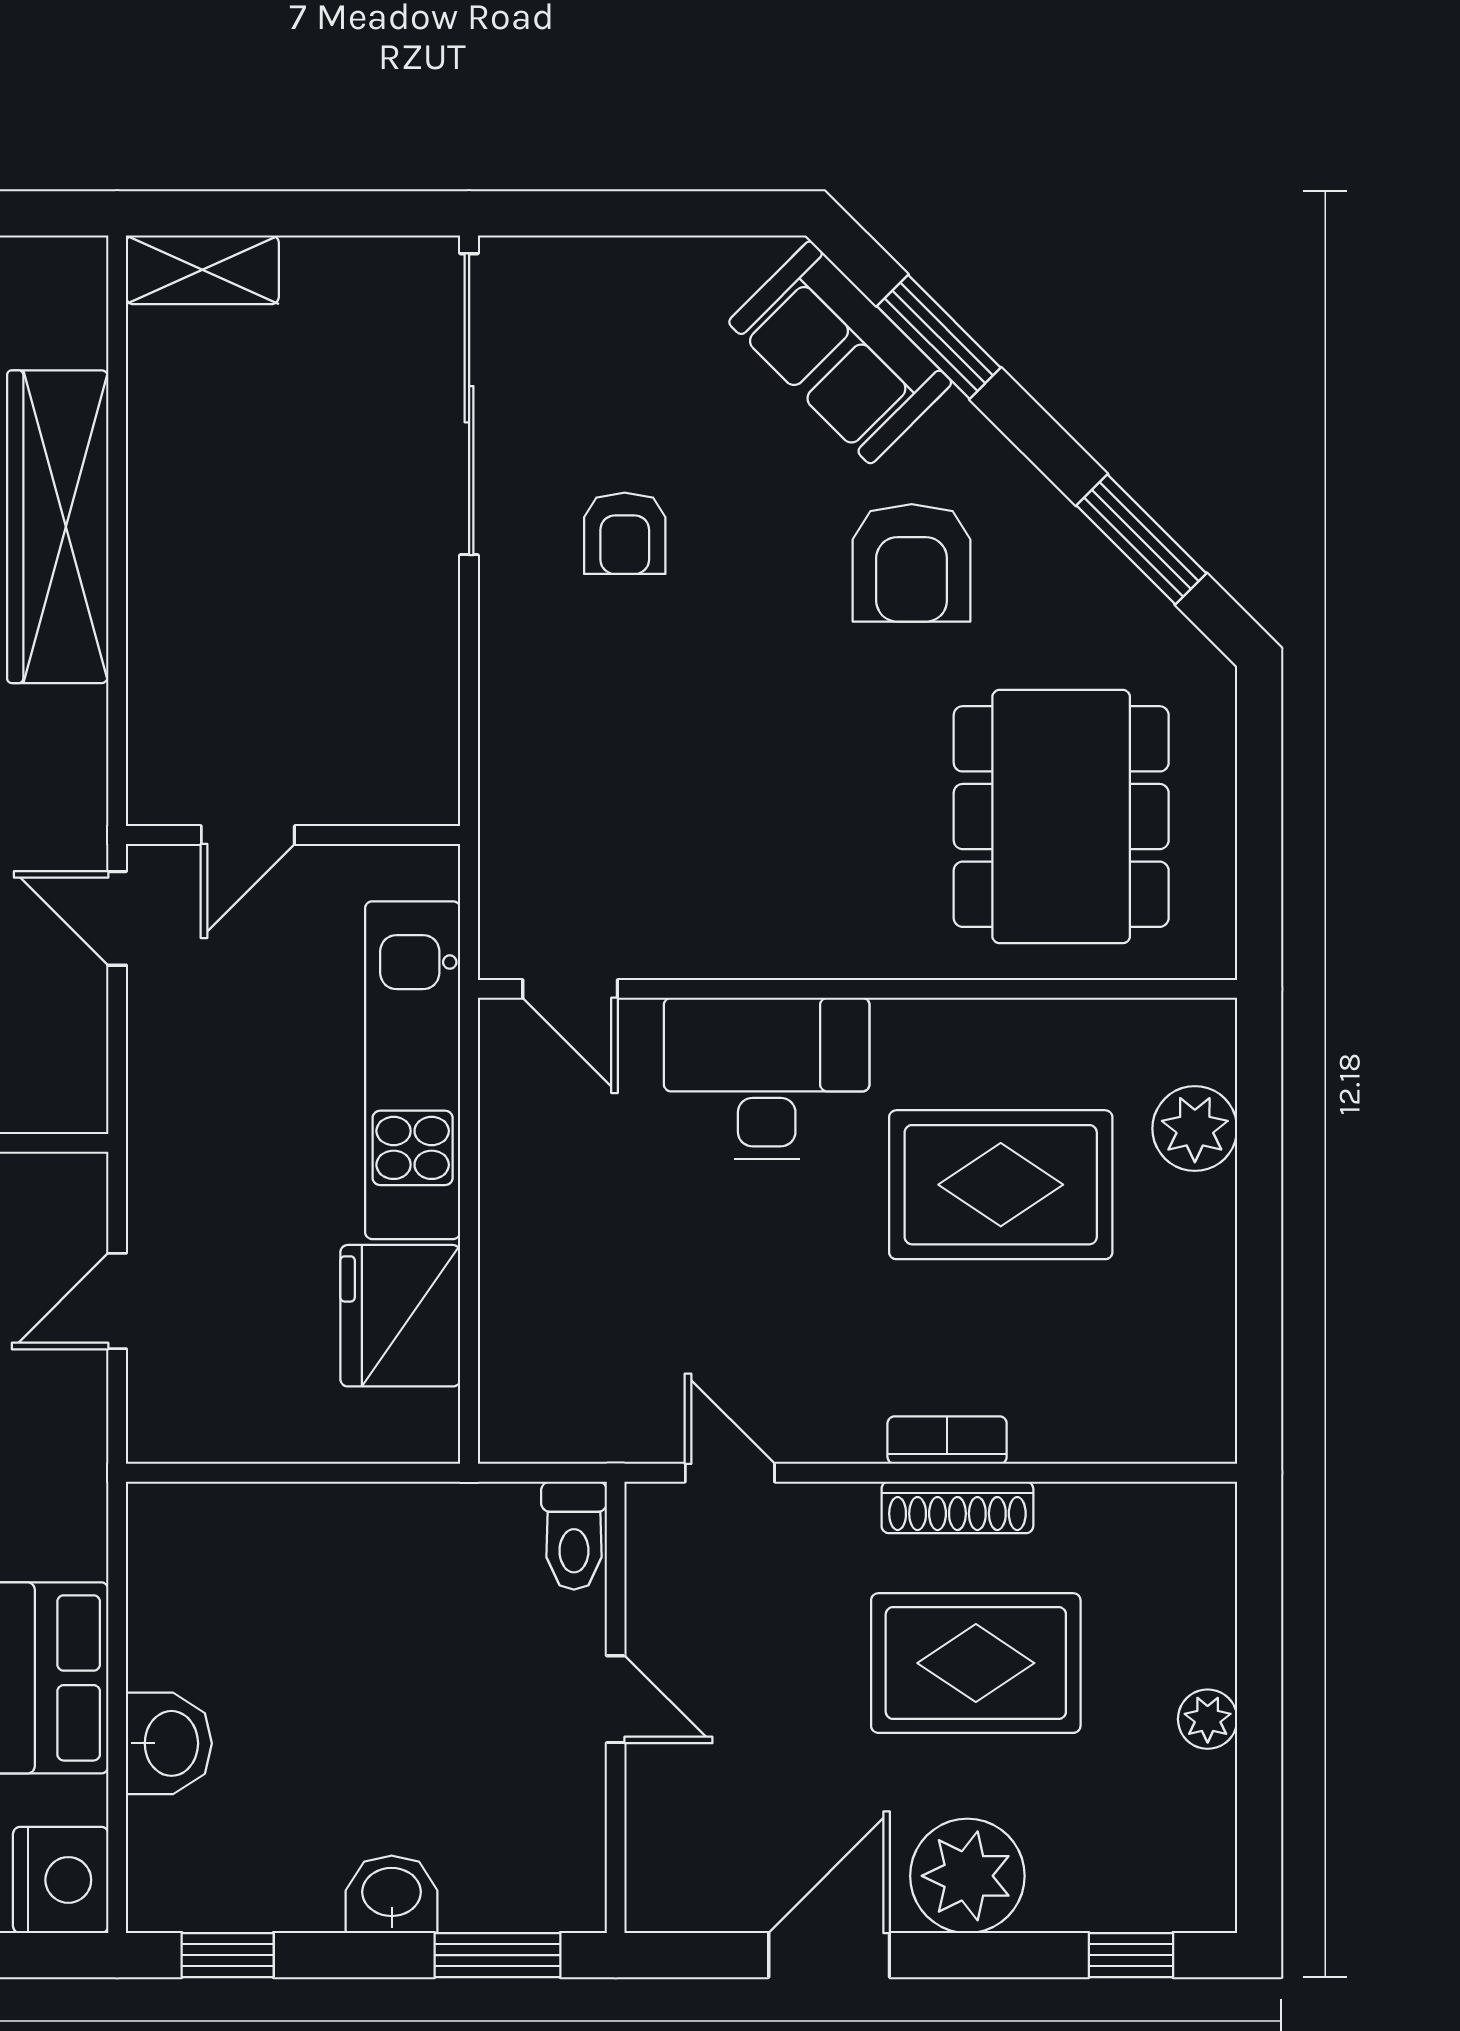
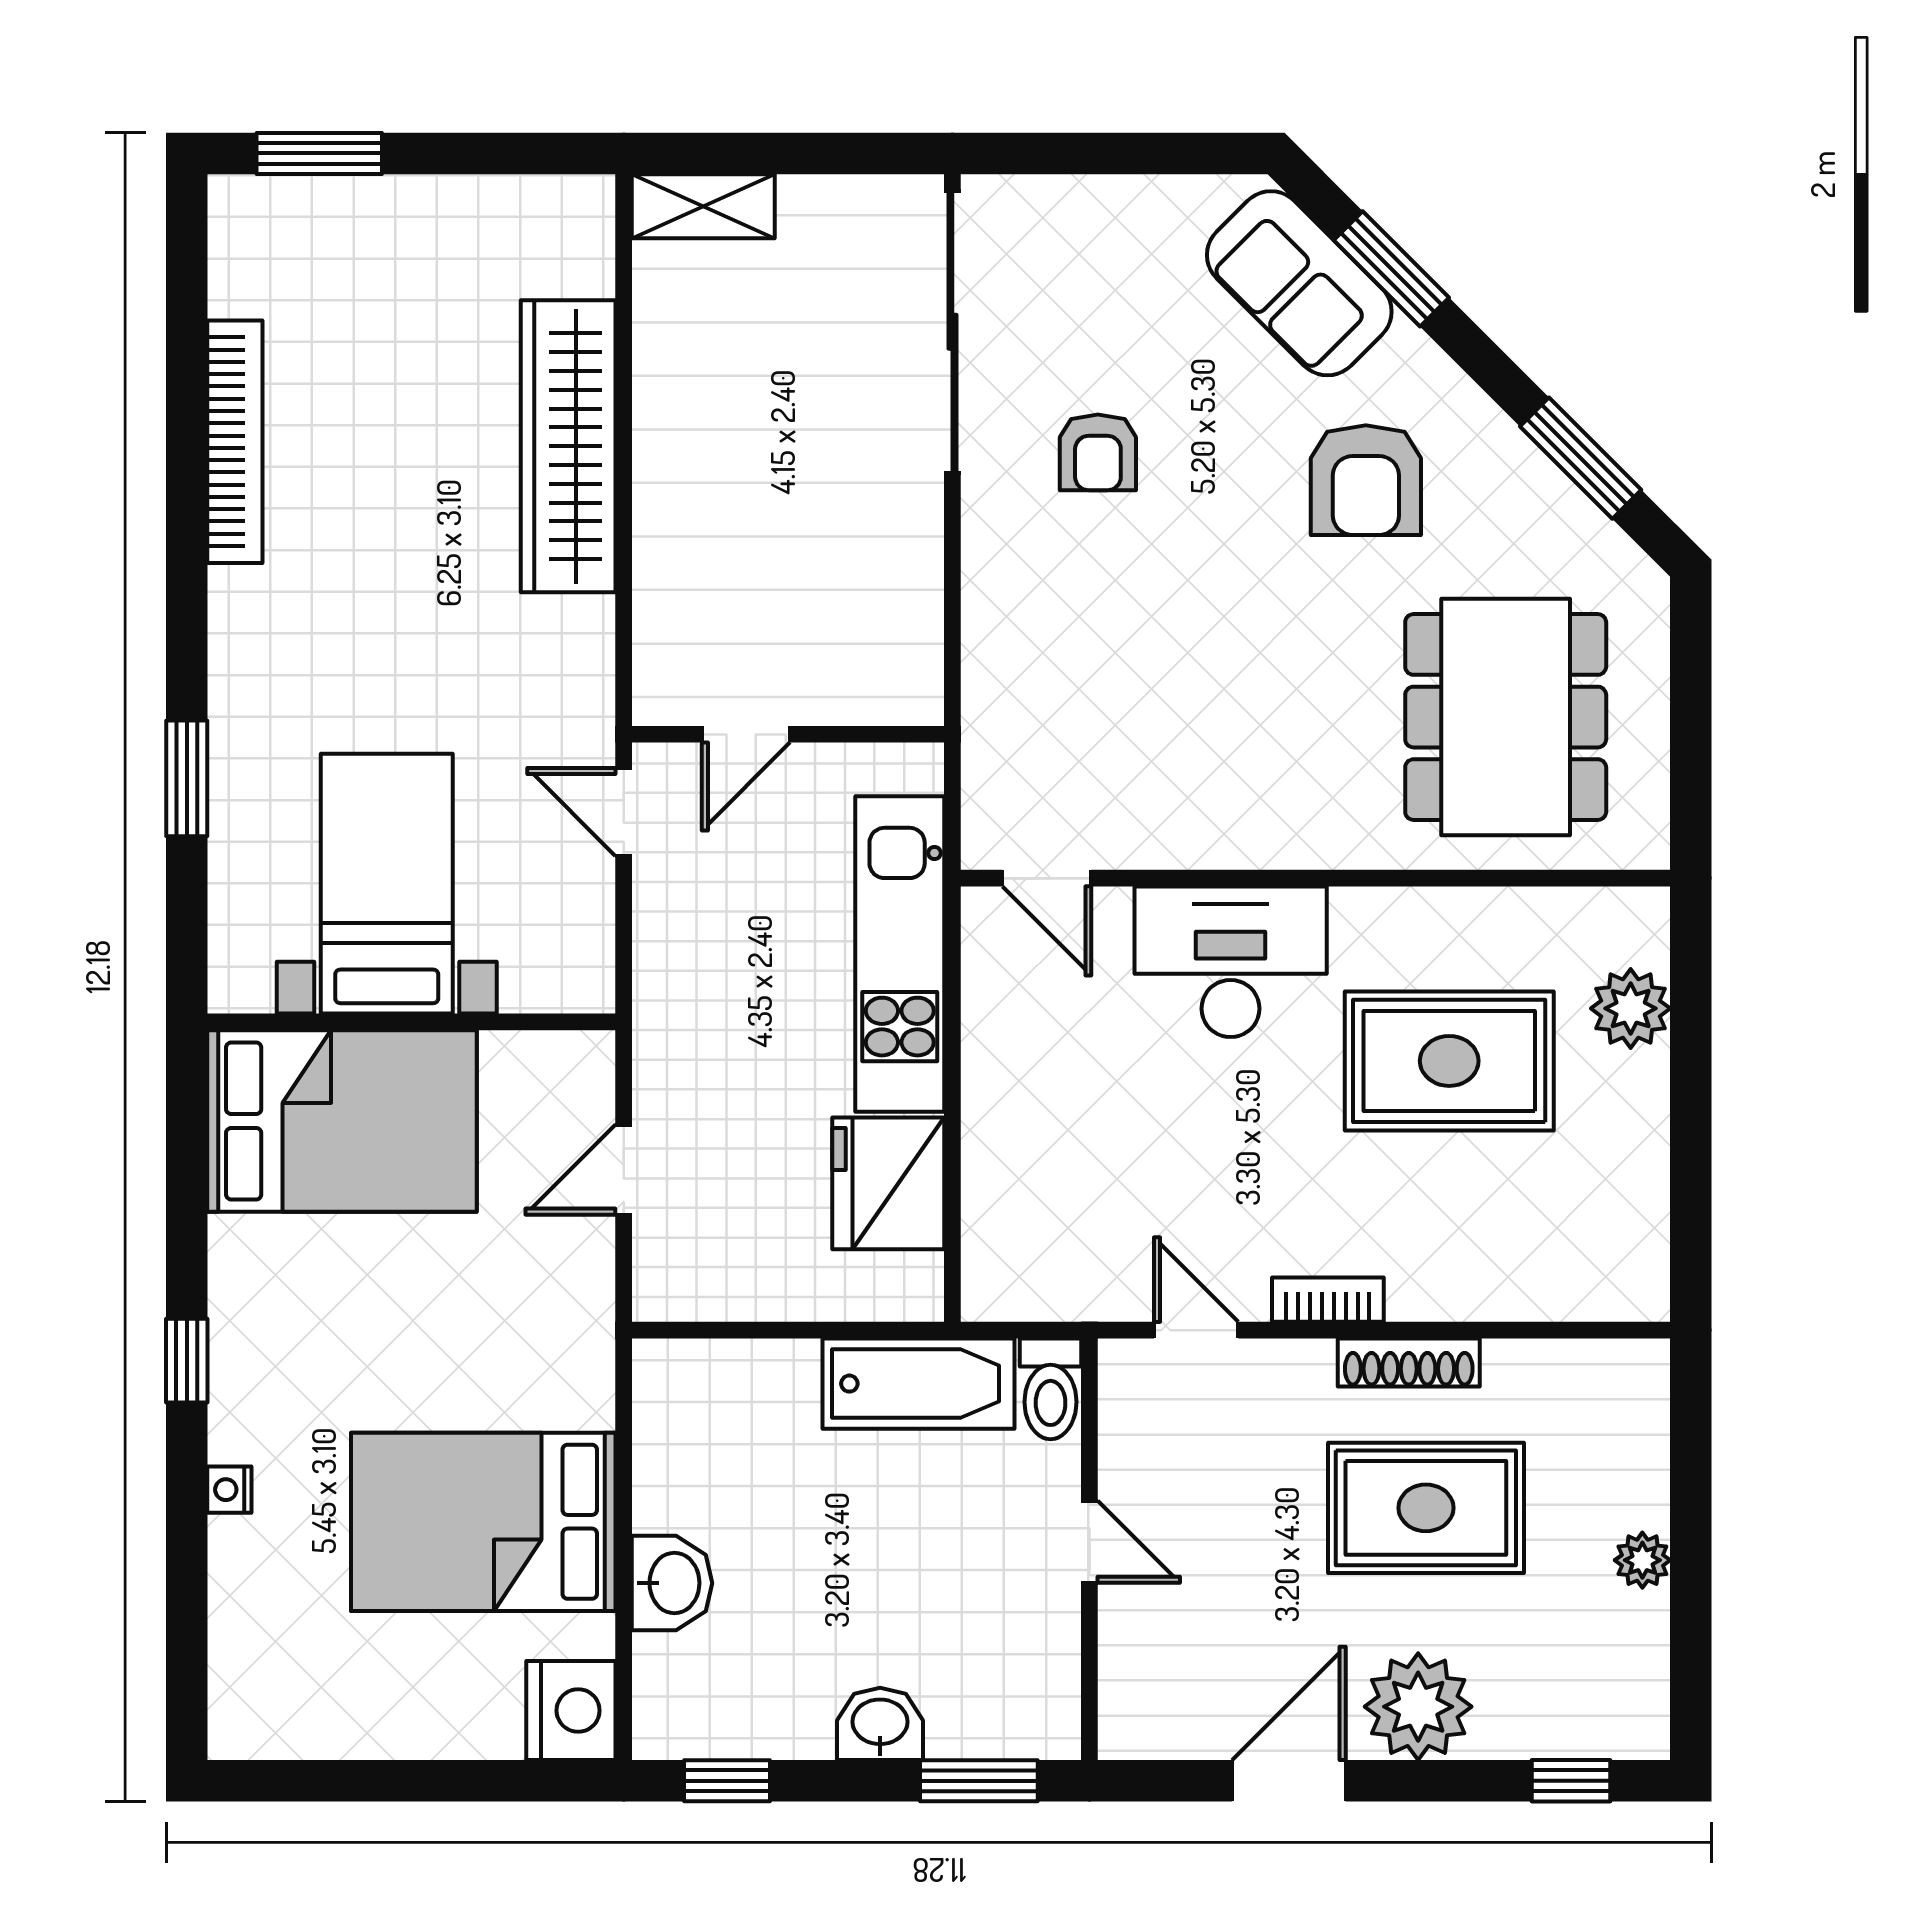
bookcase: (947, 1440) -> (1328, 1300), moved
bathtub: (433, 1530) -> (918, 1384), added

